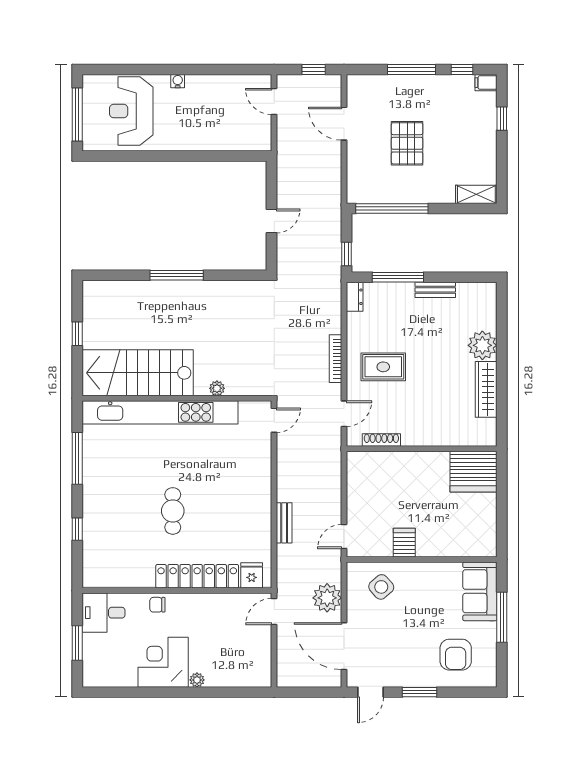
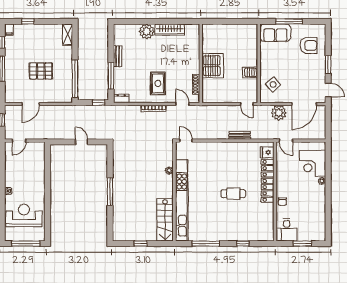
reception desk: (131, 111) -> (24, 215), turned 180
stairs: (138, 373) -> (165, 220), width x0.73, depth x0.66
server rack: (474, 472) -> (213, 66), moved
corner desk: (163, 662) -> (313, 163), moved

